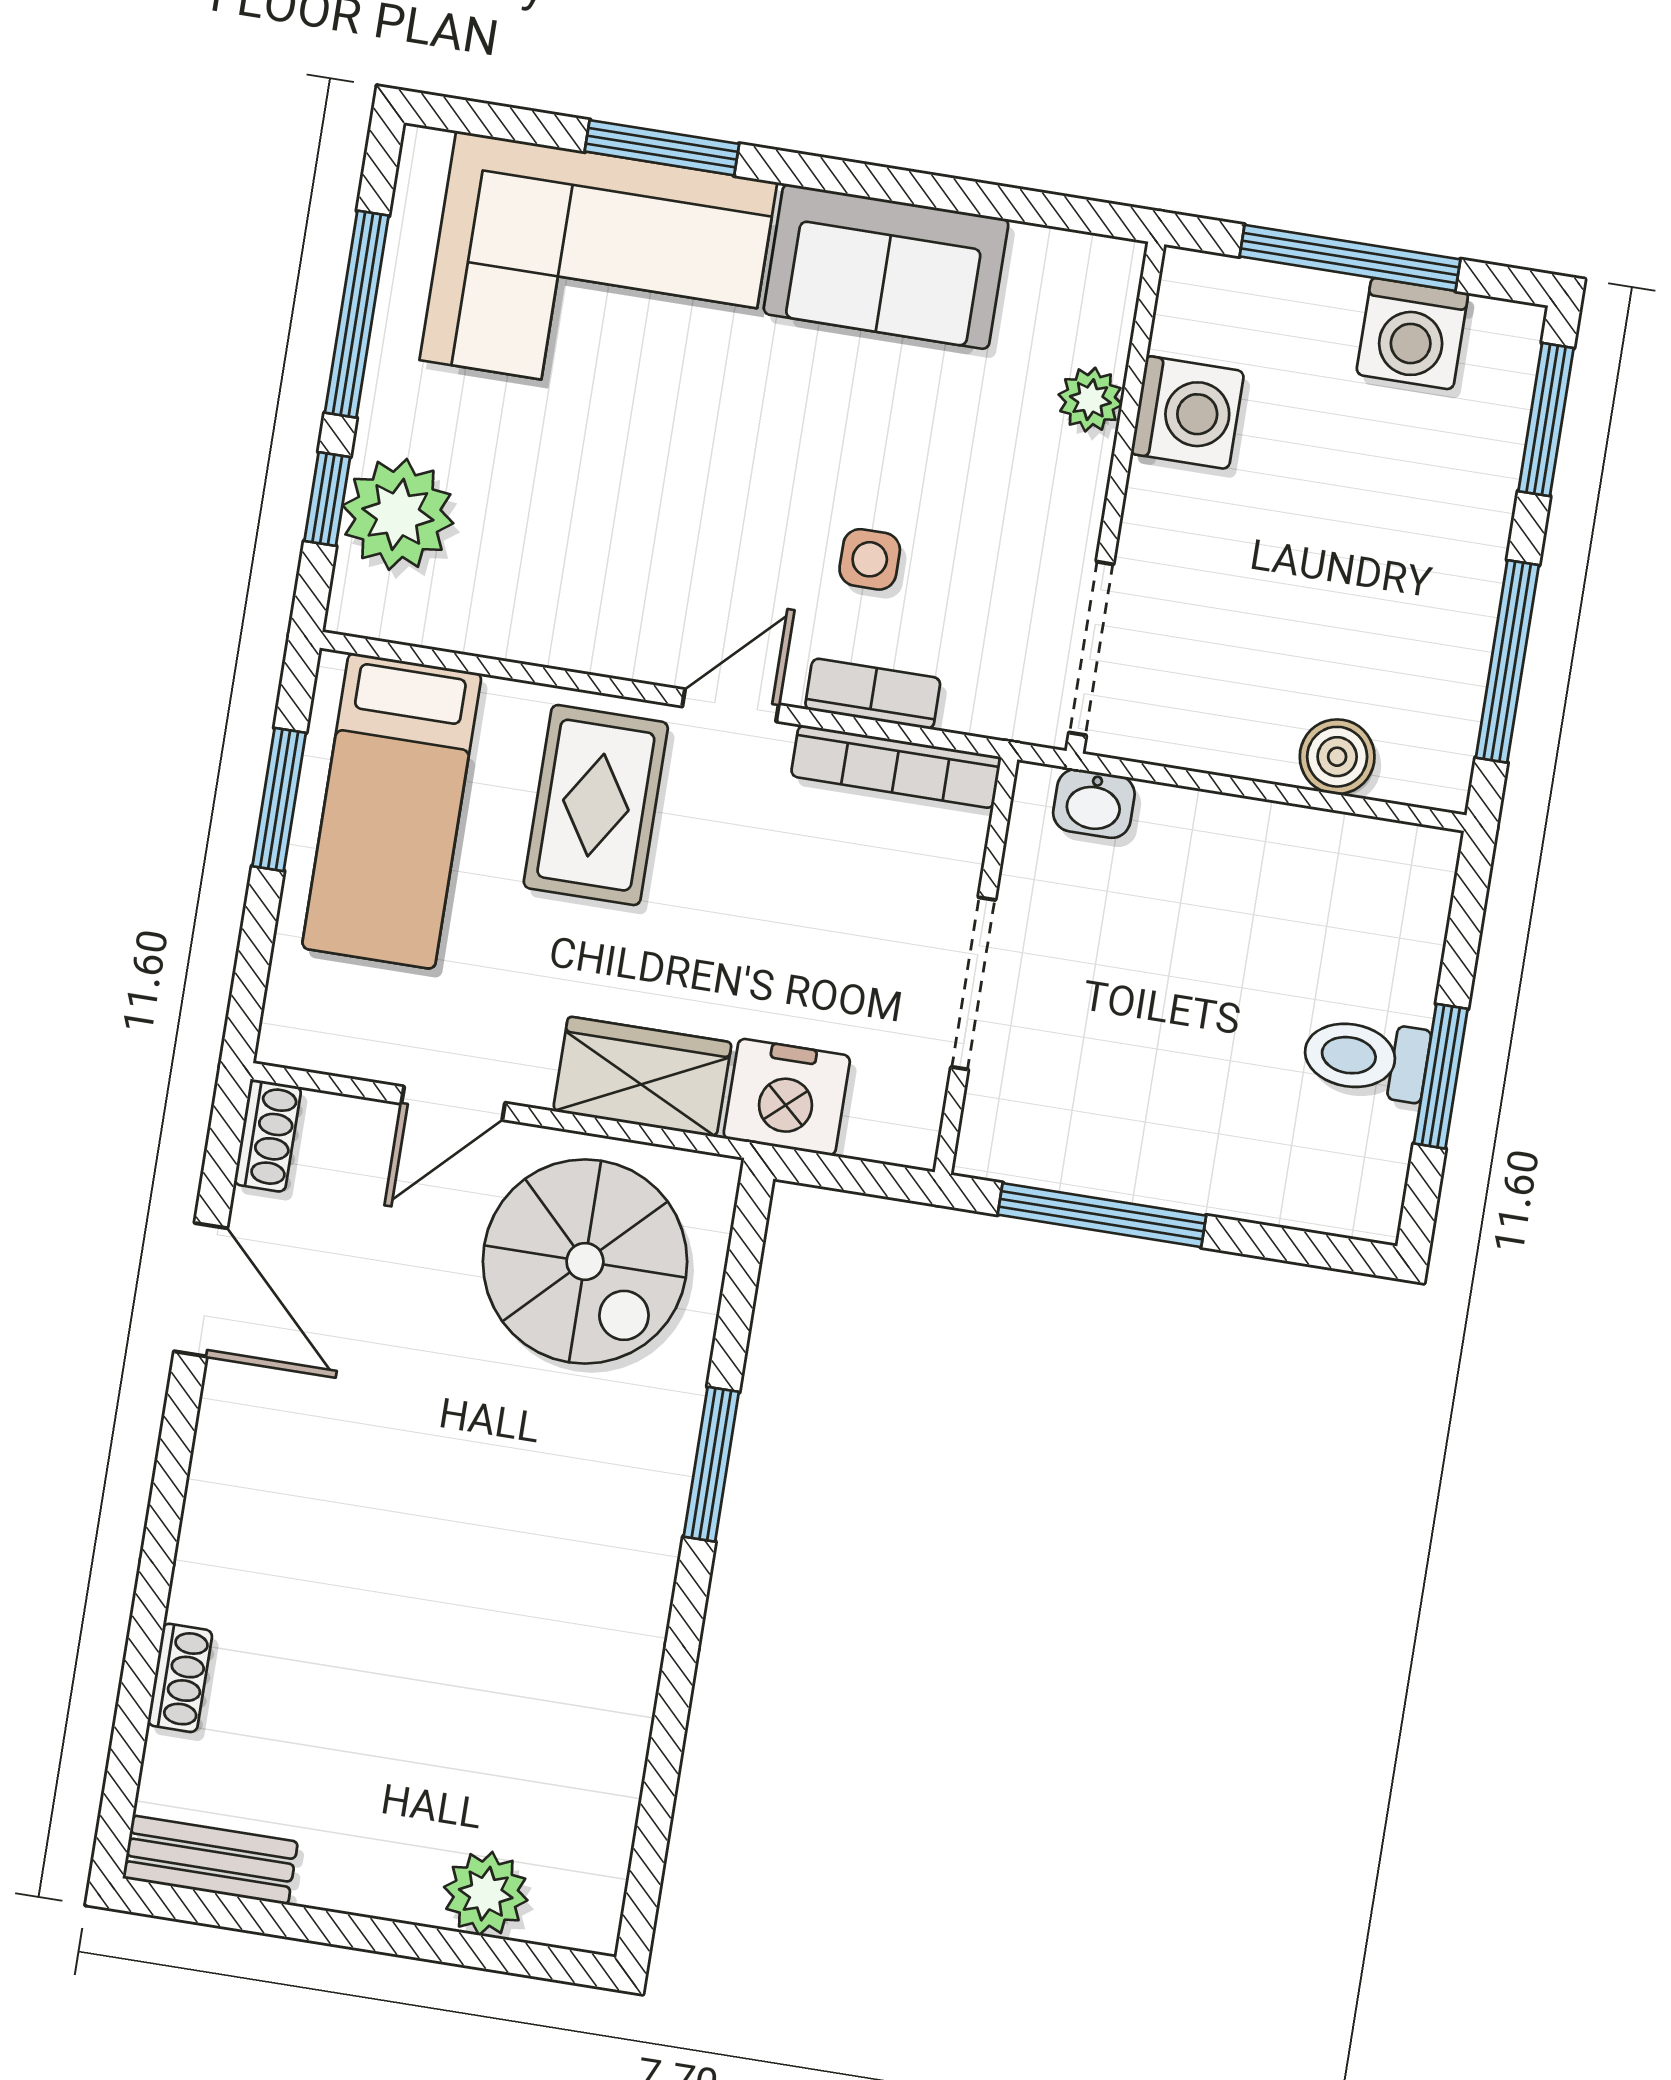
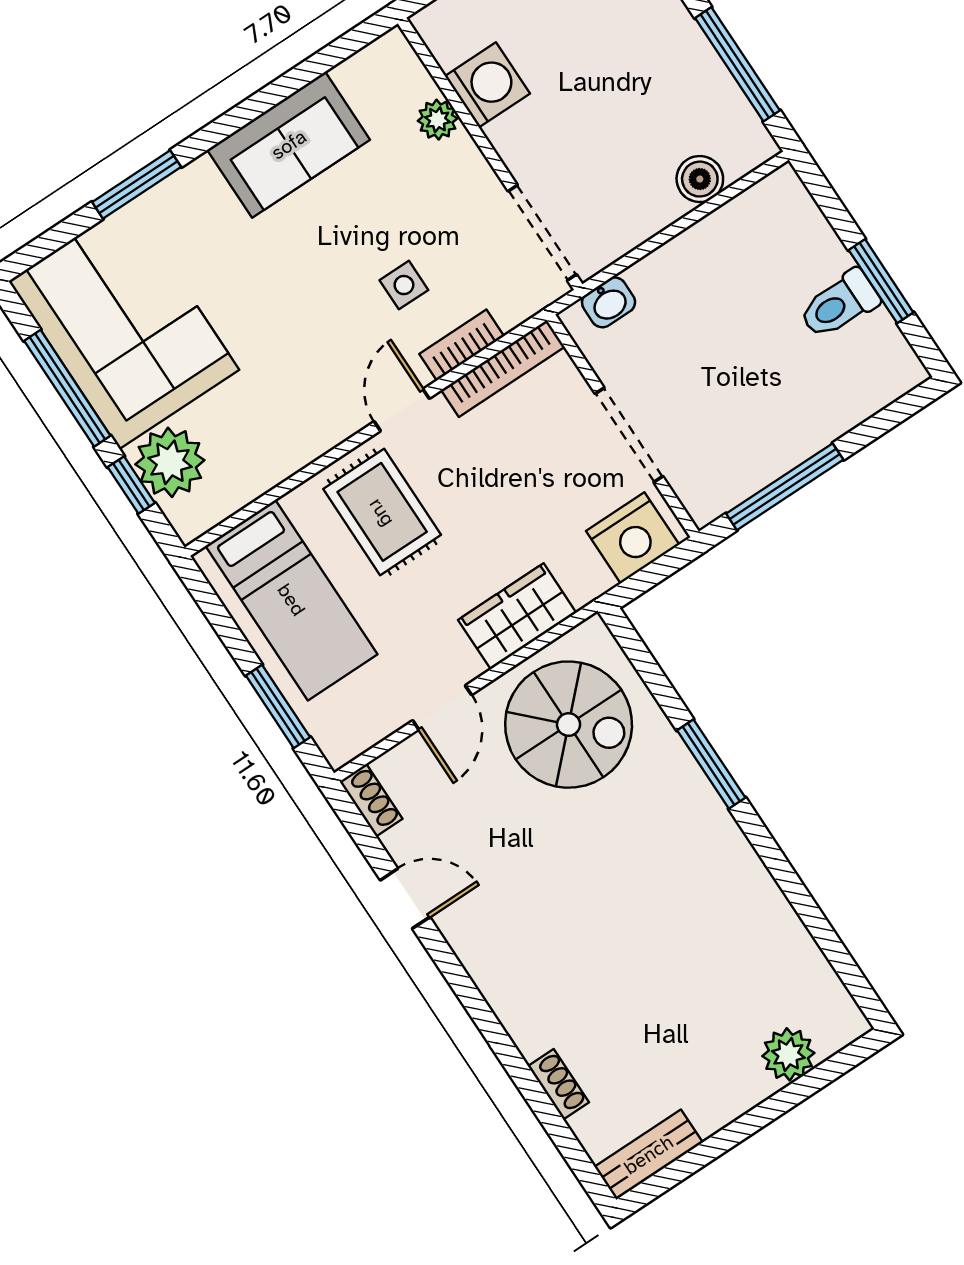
corner sofa: (598, 271) -> (124, 326), moved, turned -90
window: (279, 799) -> (278, 706), moved
nightstand: (787, 1097) -> (633, 538), moved
door: (201, 1290) -> (405, 899), width x0.73

